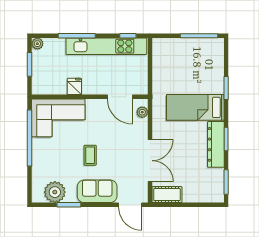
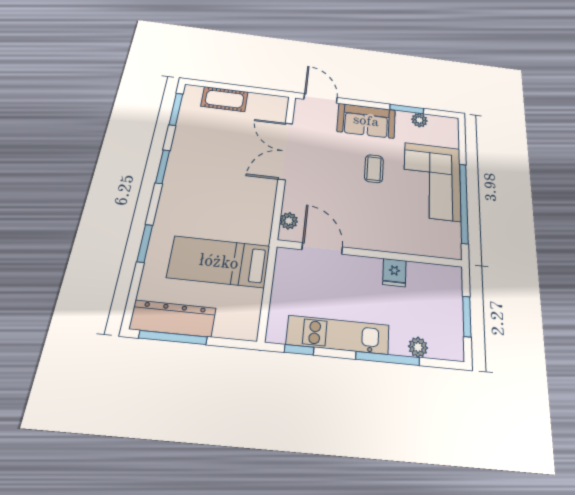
plant: (37, 44) -> (418, 347), moved
kitchen unit: (106, 46) -> (338, 335), width x0.73
bed: (195, 107) -> (219, 262), moved, turned 180
corner sofa: (58, 118) -> (432, 181), moved, turned -90
dresser: (216, 144) -> (173, 319), moved, turned -90
plant: (55, 192) -> (419, 120), width x0.53, depth x0.53
cot: (167, 195) -> (225, 99), moved

